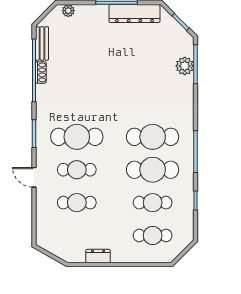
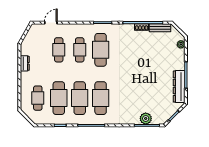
door: (34, 177) -> (51, 23), moved
cafe table: (153, 203) -> (59, 98), width x1.37, depth x1.35

